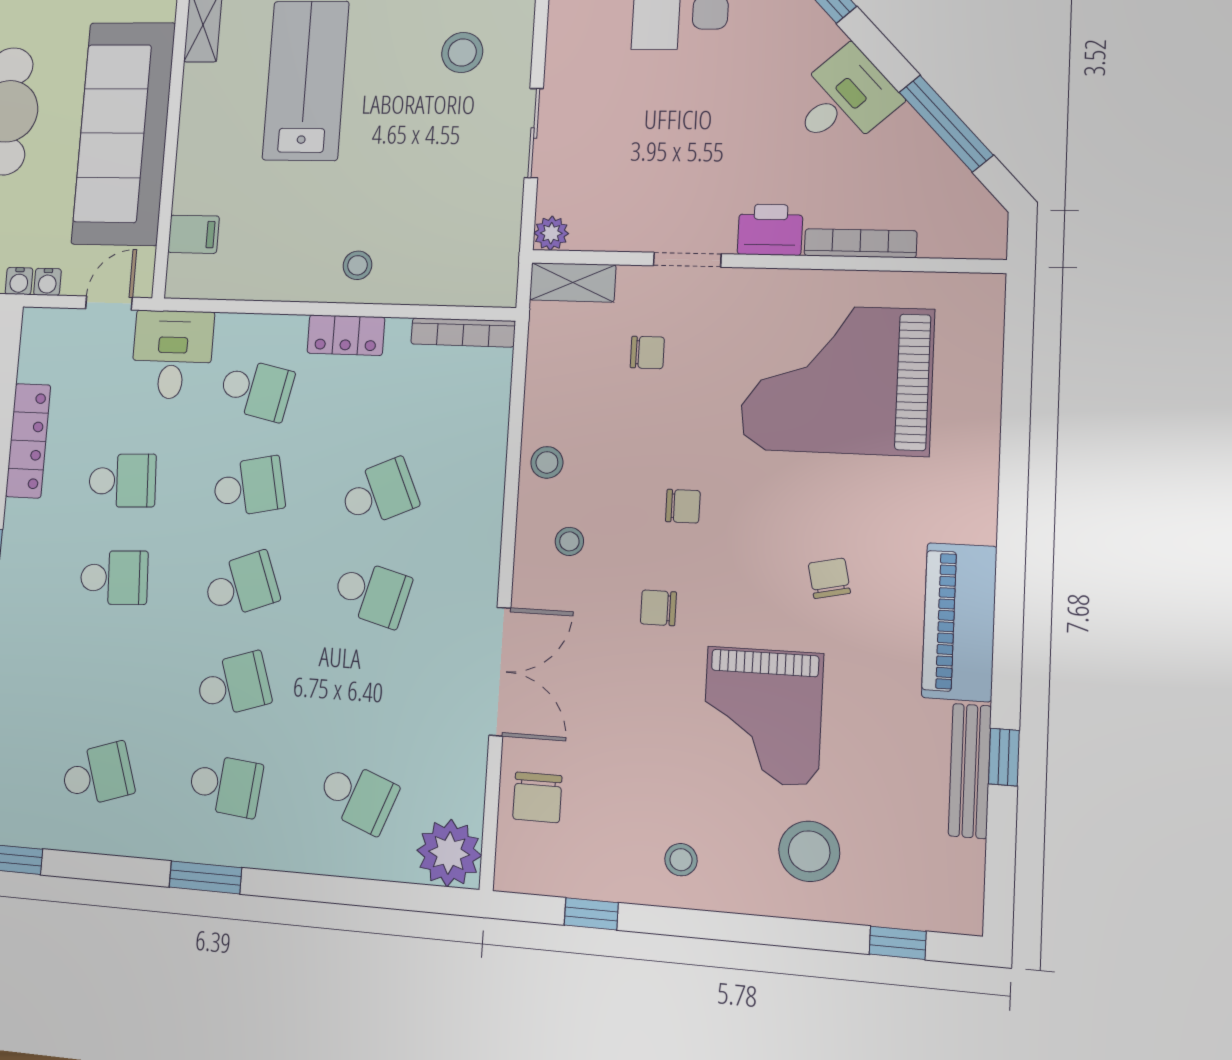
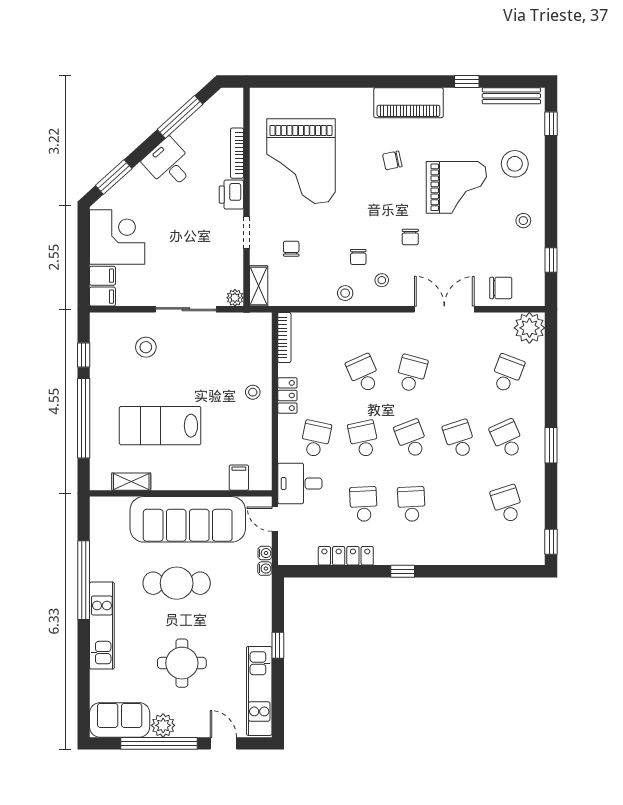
sliding door: (534, 133) -> (186, 309), width x1.37
chair: (683, 506) -> (358, 257), moved, turned 180
bench: (970, 771) -> (511, 96), moved
school desk: (225, 785) -> (507, 439), turned -30

